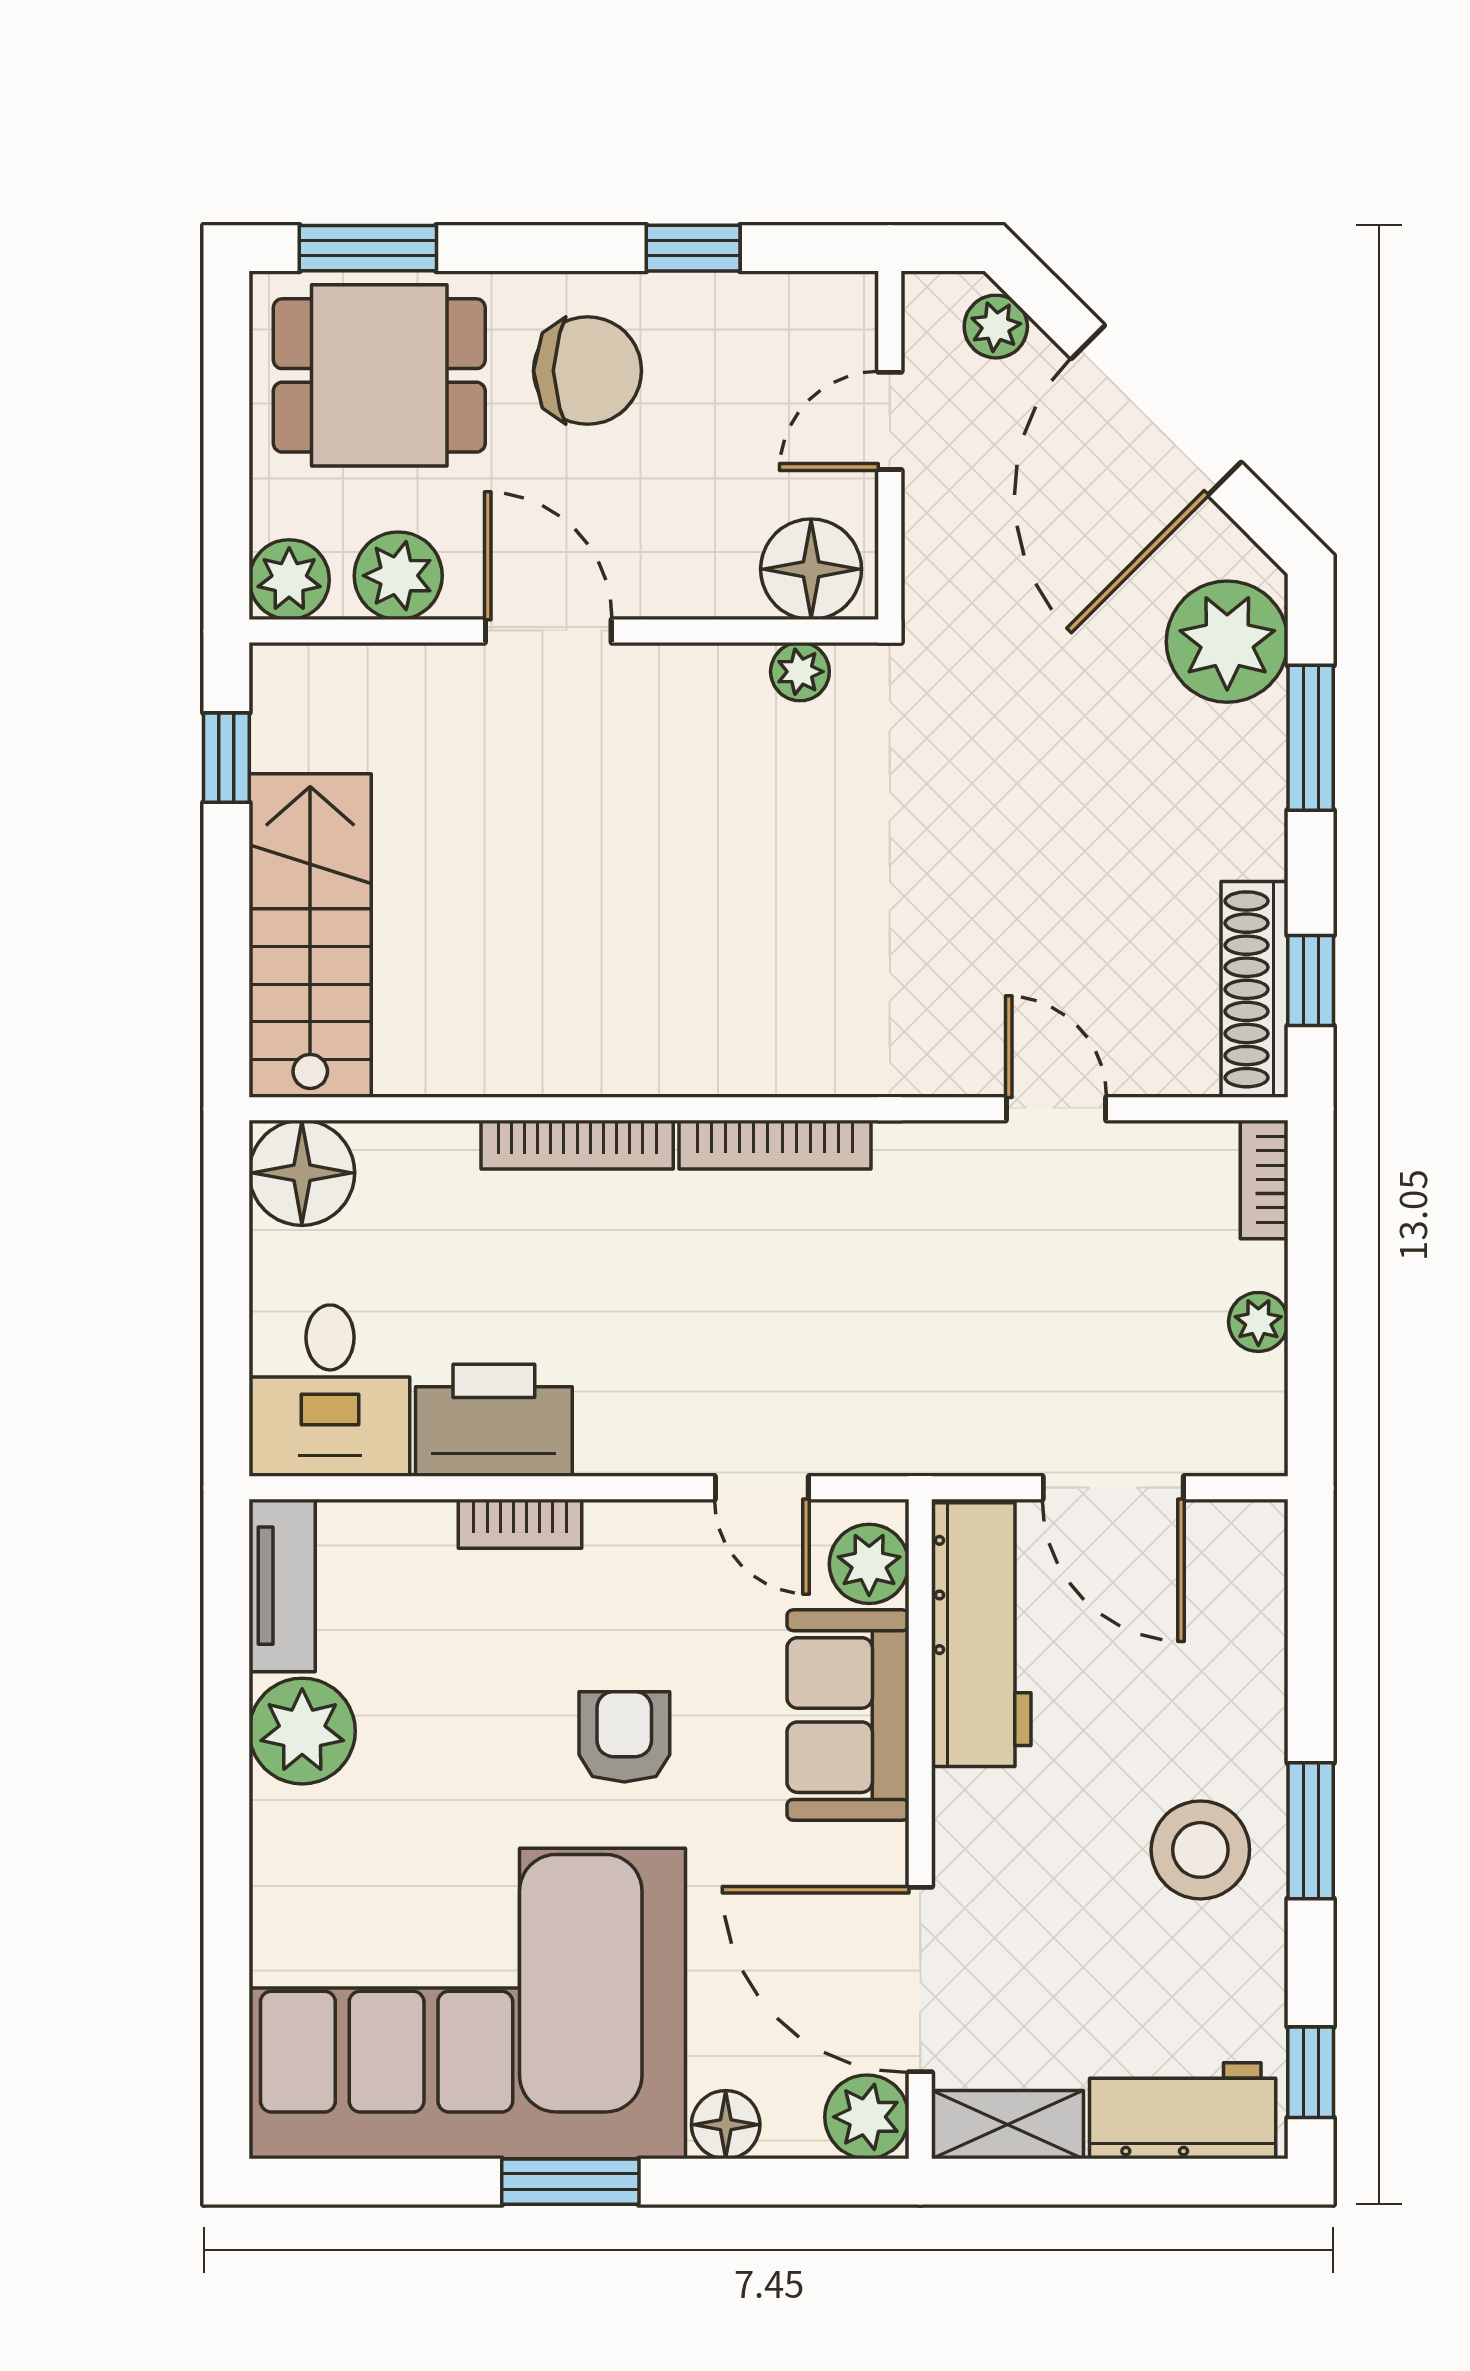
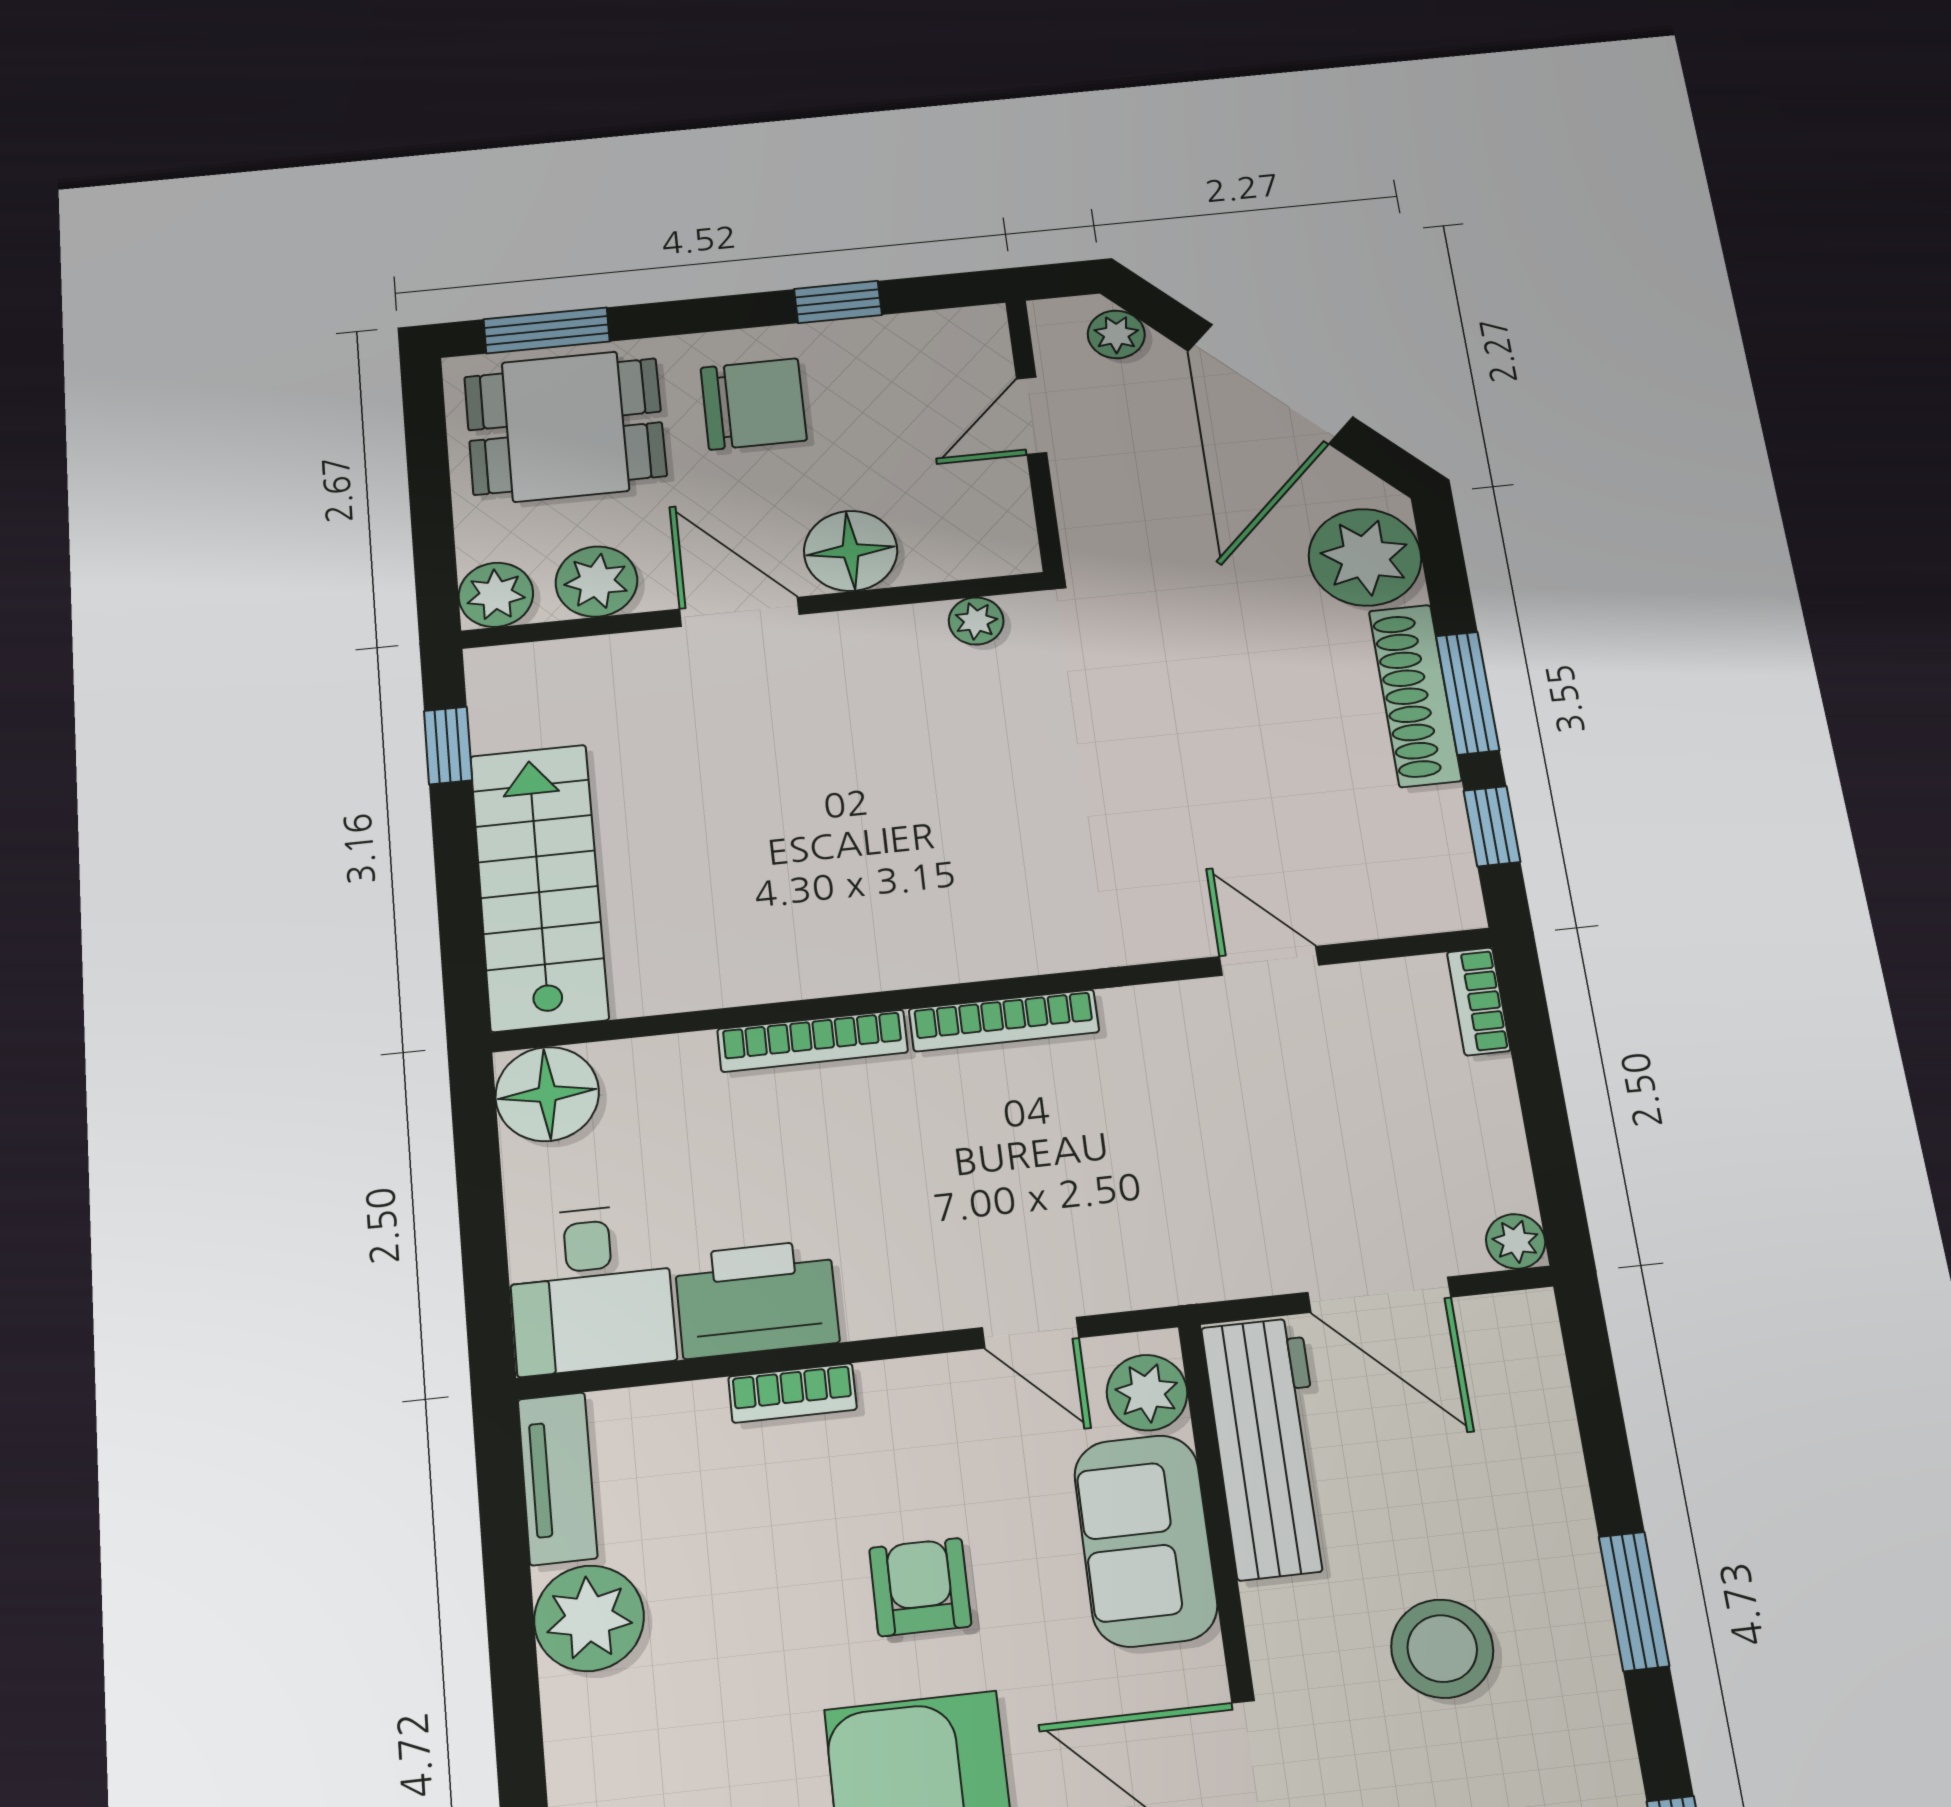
floor lamp: (811, 569) -> (851, 551), moved
window: (1311, 738) -> (1468, 693), moved
shoe rack: (1255, 989) -> (1415, 695), moved
plant: (1258, 1322) -> (1516, 1241), moved
stool: (1200, 1850) -> (1442, 1649), moved

